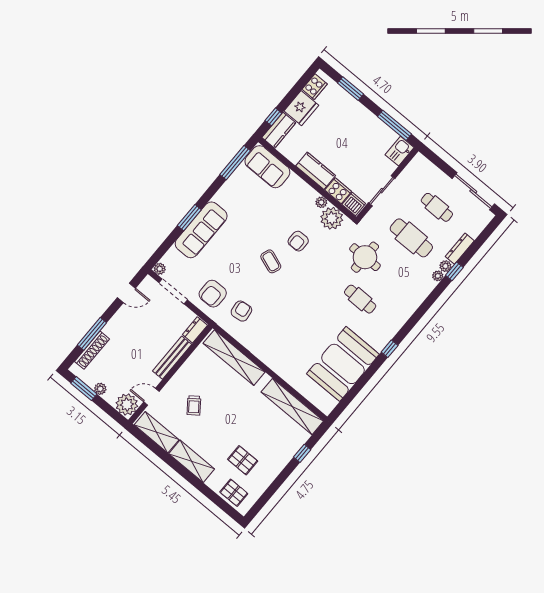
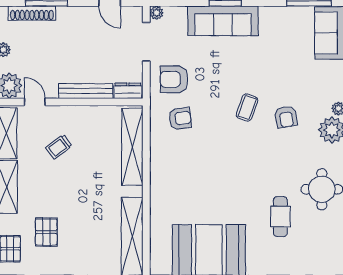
armchair: (298, 241) -> (286, 117), turned -100

